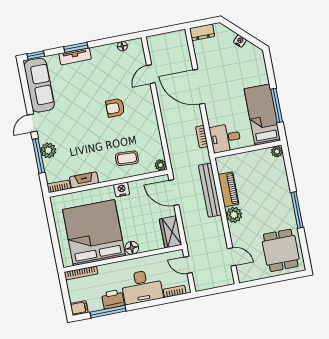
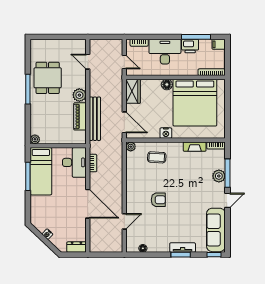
desk: (225, 138) -> (74, 162), width x1.37
dining table: (281, 250) -> (48, 78), moved

